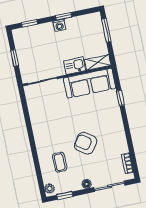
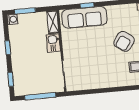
washing machine: (59, 25) -> (12, 19), moved
window: (15, 58) -> (40, 96), width x2.17
sofa: (90, 83) -> (84, 17), moved, turned 90

